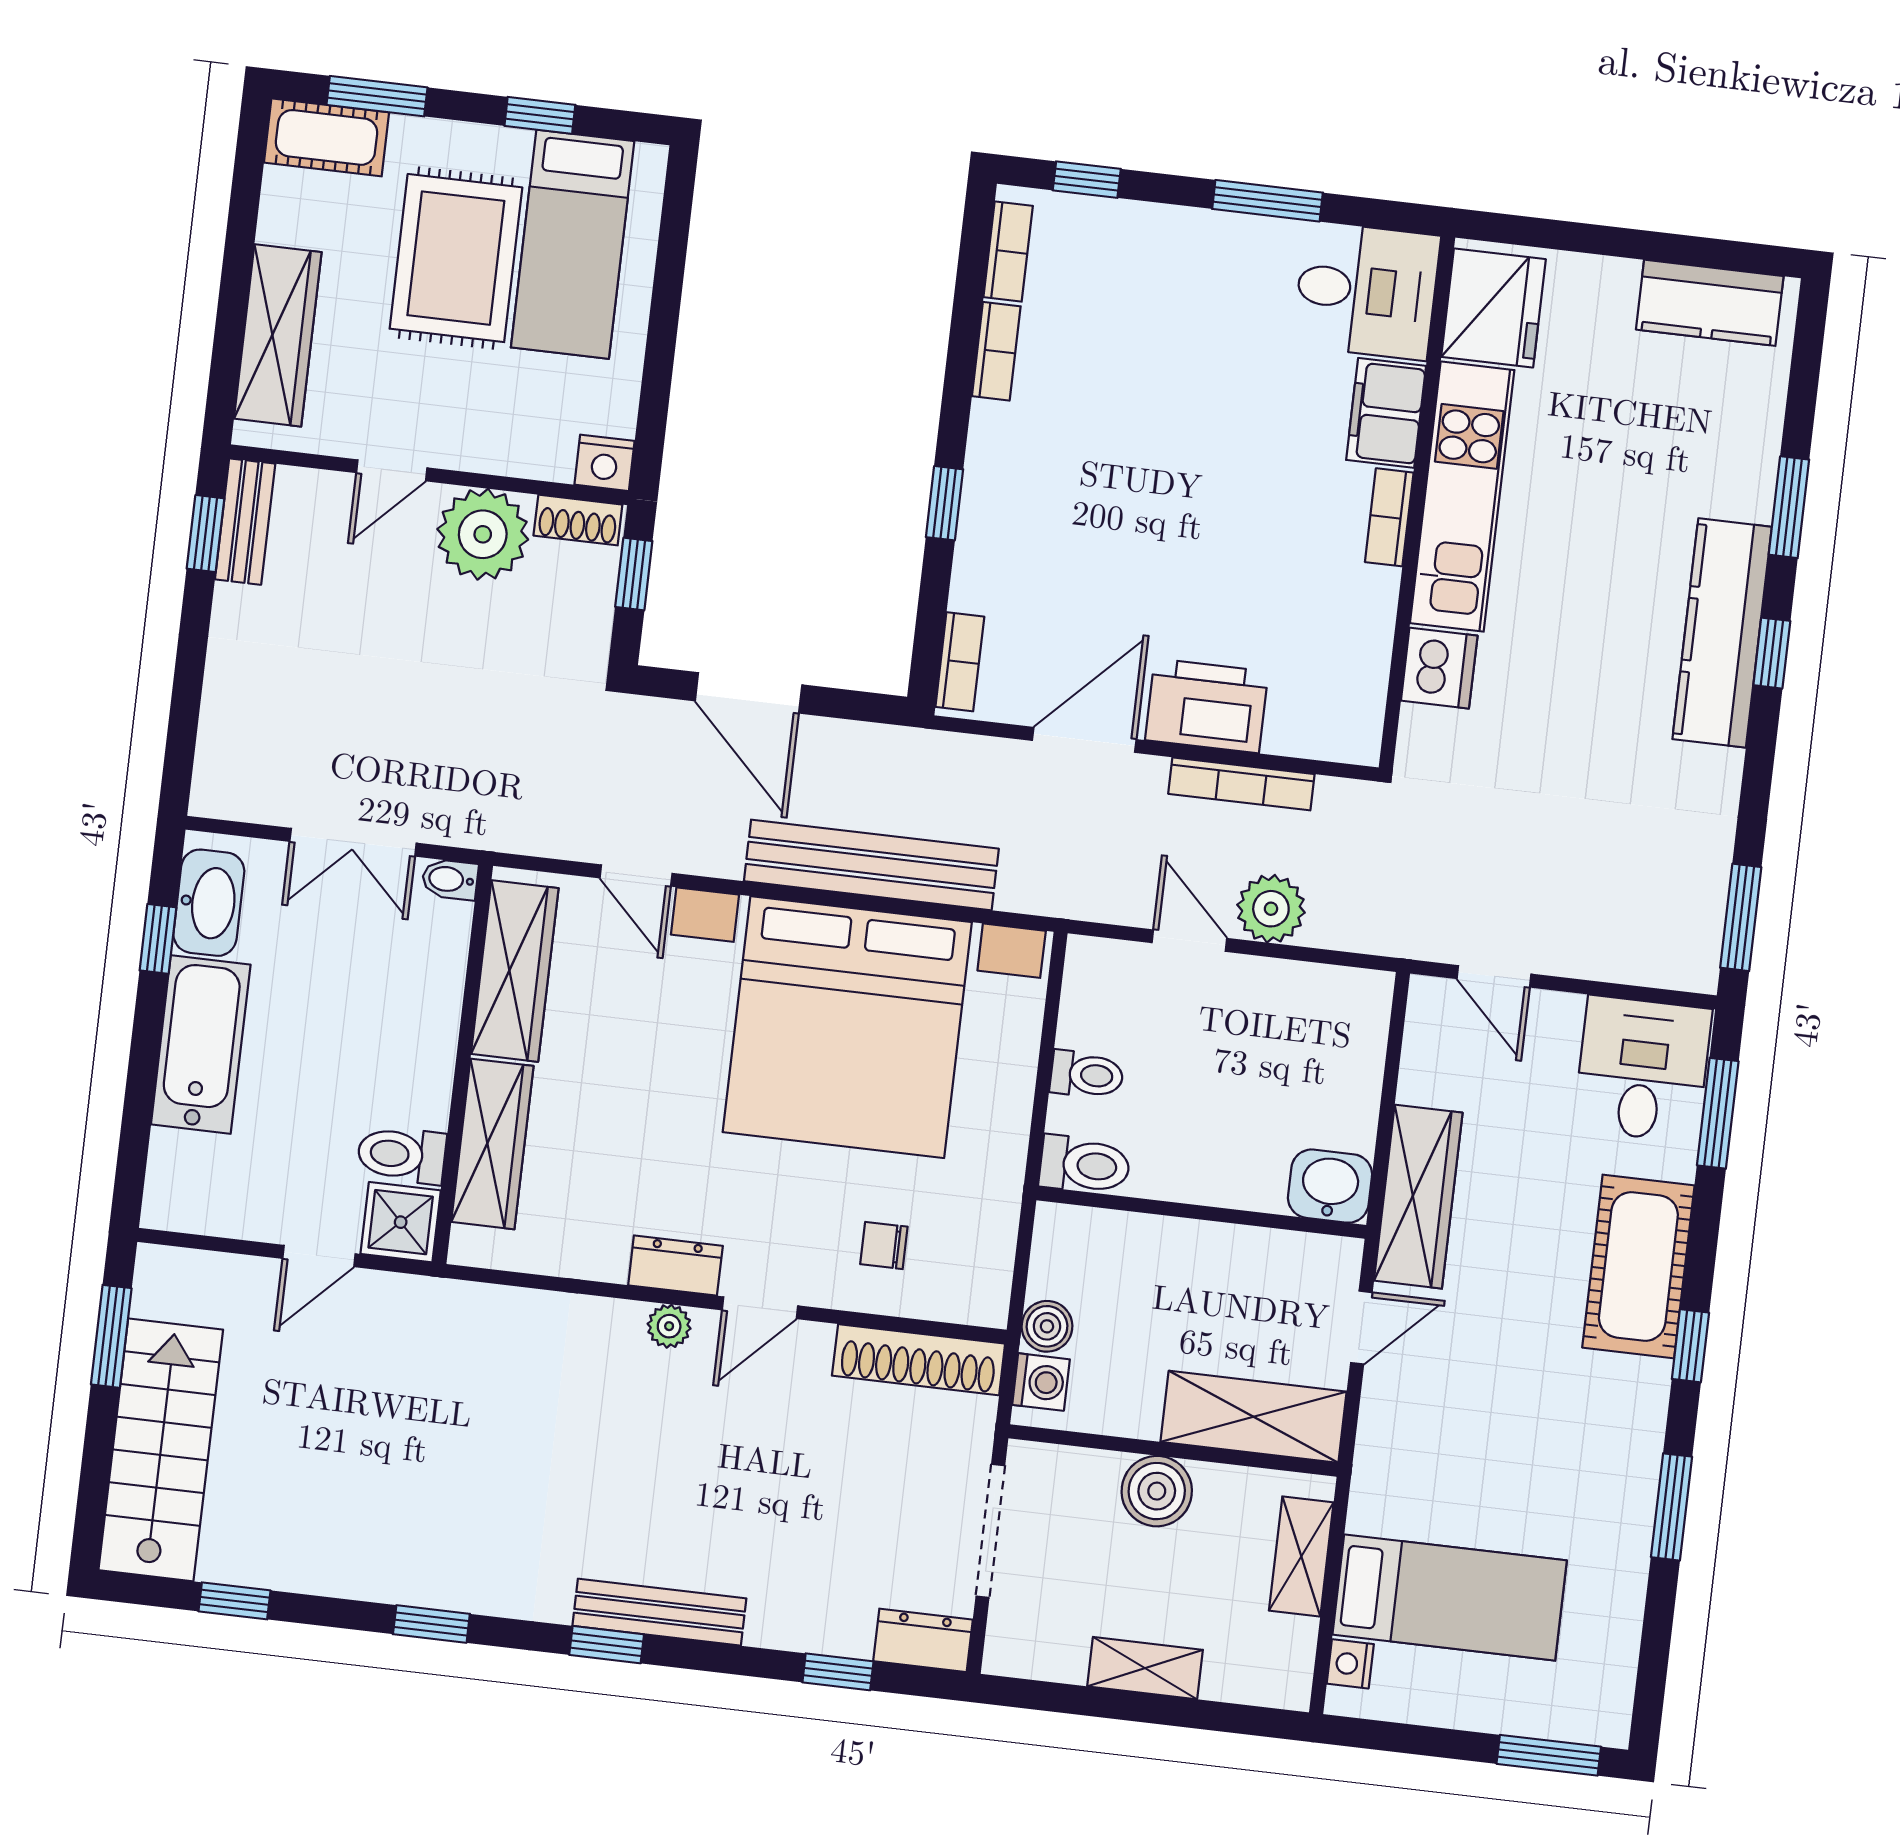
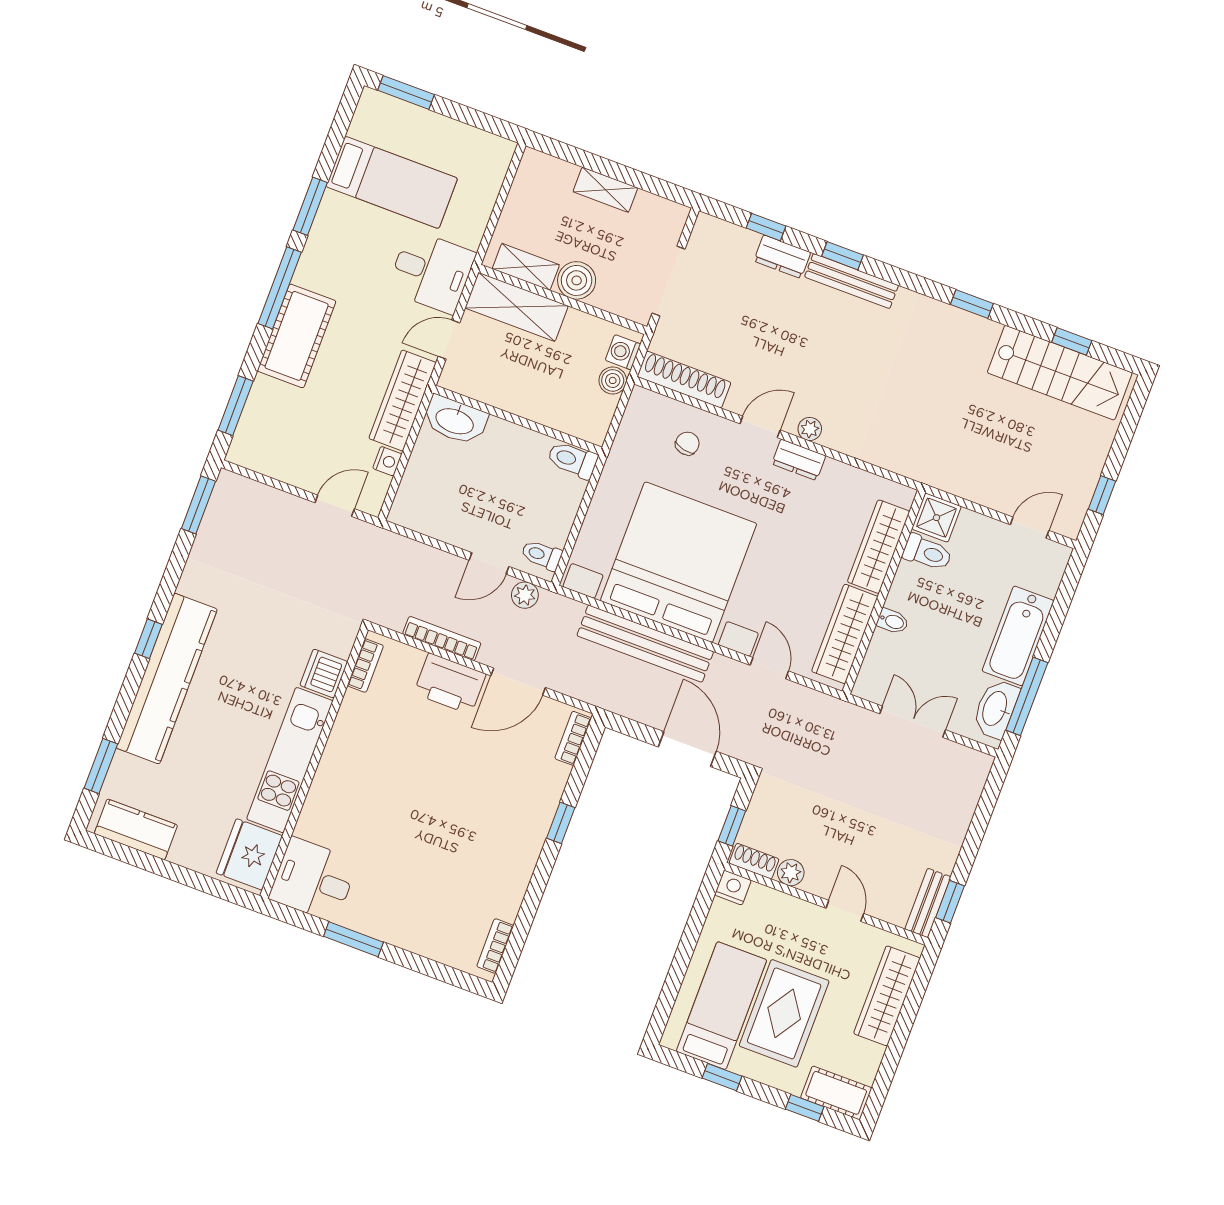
window: (377, 96) -> (805, 1108), width x0.67
window: (1087, 180) -> (445, 974), removed
bookcase: (996, 351) -> (514, 896), removed
filing cabinet: (1386, 413) -> (319, 813), removed
door: (392, 470) -> (845, 911), hinge flipped
window: (1789, 507) -> (101, 766), moved
bookcase: (1389, 517) -> (365, 666), moved
plant: (483, 534) -> (791, 873), width x0.53, depth x0.53
kitchen counter: (1722, 633) -> (167, 679), width x1.39, depth x1.17
bidet: (450, 879) -> (893, 621), moved
plant: (1271, 909) -> (525, 595), moved, width x0.73, depth x0.73
window: (158, 939) -> (1027, 696), width x2.17
door: (1189, 941) -> (489, 563), hinge flipped
door: (1494, 976) -> (335, 506), hinge flipped
desk: (1643, 1069) -> (431, 272), moved, turned -90
toilet: (1087, 1075) -> (542, 555), moved
washbasin: (1330, 1186) -> (455, 420), width x1.38
chair: (884, 1245) -> (687, 444), turned -78
door: (319, 1256) -> (1030, 528), moved
window: (111, 1336) -> (1102, 495), width x0.67
window: (1690, 1346) -> (280, 288), width x2.17
stairs: (161, 1450) -> (1060, 373), moved, turned -90
shelving: (1301, 1556) -> (526, 267), moved, turned 90
bed: (1450, 1597) -> (392, 182), moved, turned 180
dresser: (923, 1640) -> (782, 257), moved
window: (607, 1645) -> (842, 256), moved
nightstand: (1350, 1664) -> (387, 461), moved

